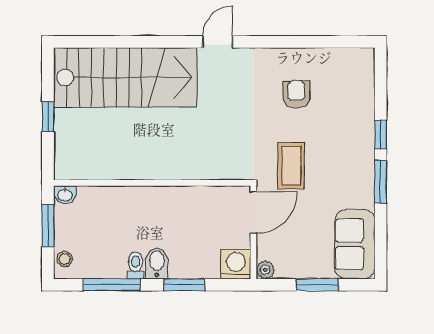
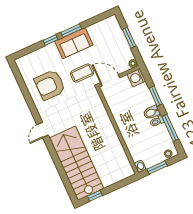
door: (218, 42) -> (43, 130), hinge flipped
armchair: (296, 94) -> (50, 85), width x1.88, depth x1.88
window: (48, 117) -> (95, 196), moved
sofa: (355, 244) -> (74, 43), moved

